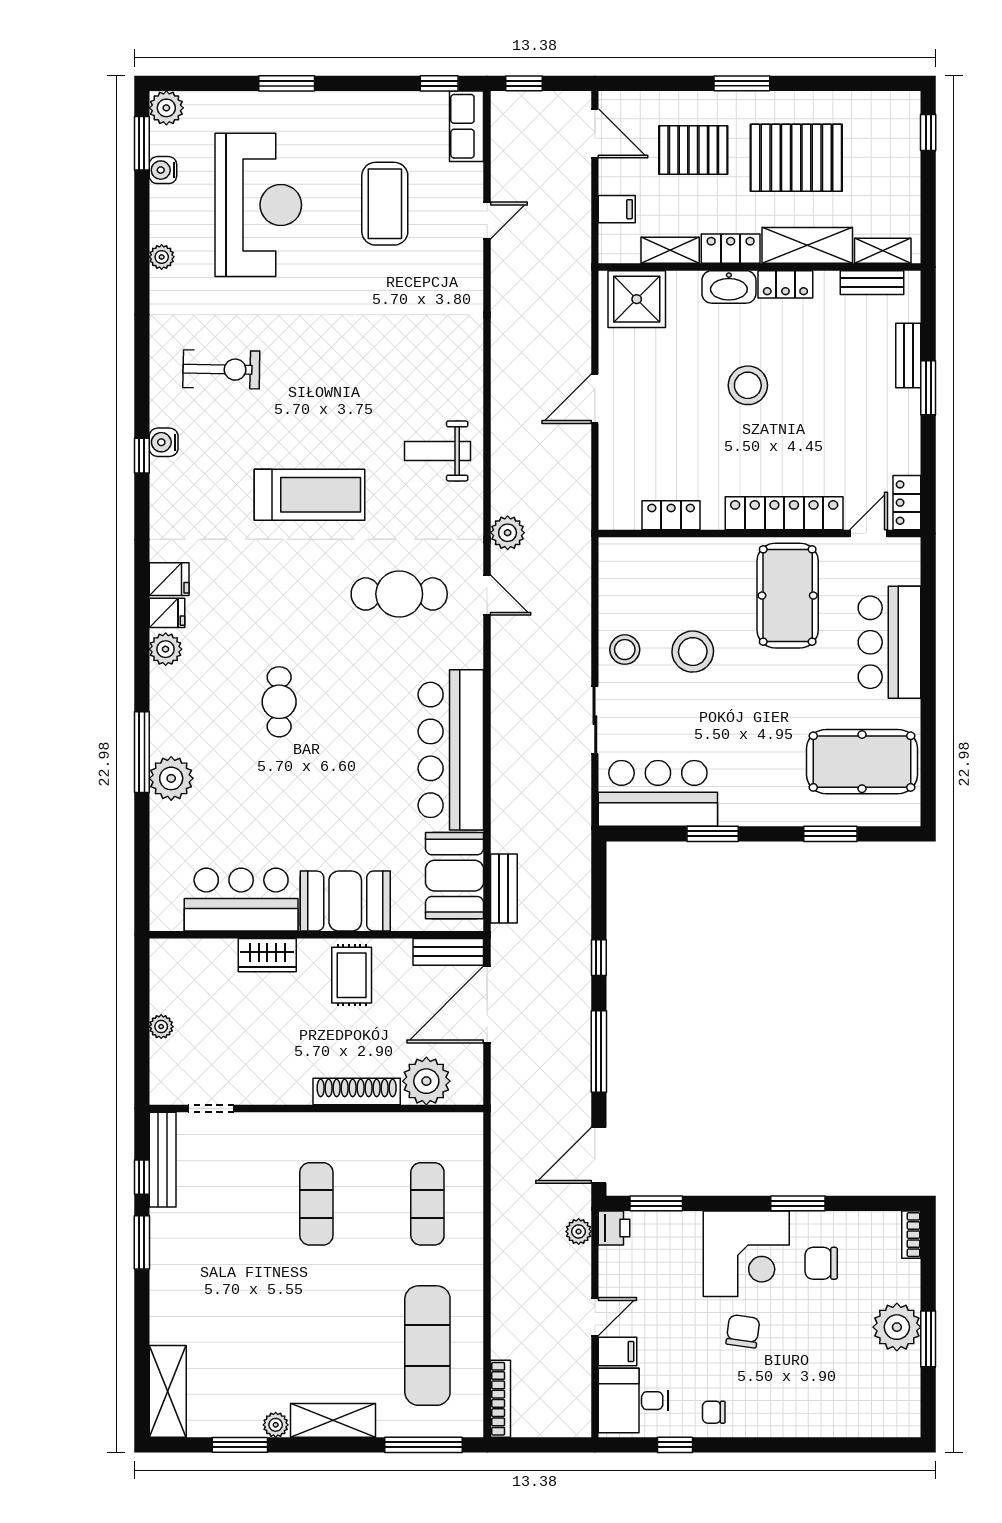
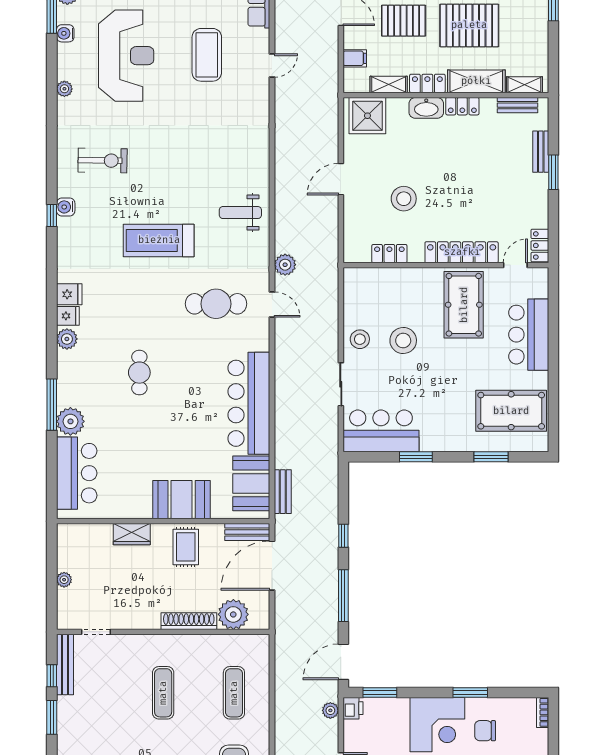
stool: (748, 385) -> (404, 199), moved
treadmill: (309, 495) -> (159, 240), turned 180
bar counter: (241, 900) -> (77, 473), moved, turned 90

